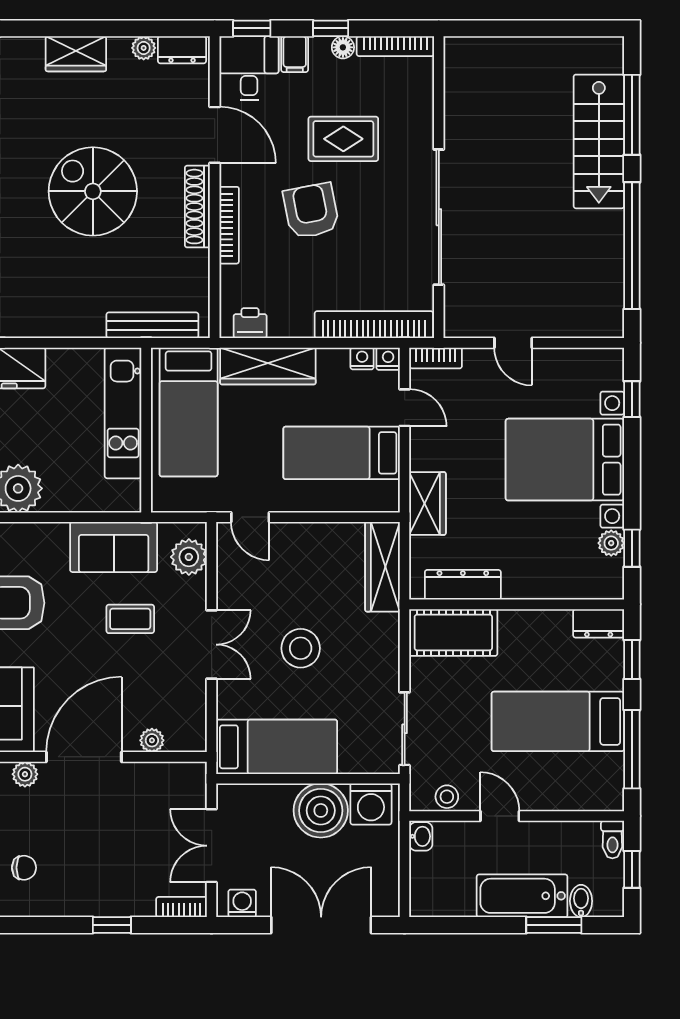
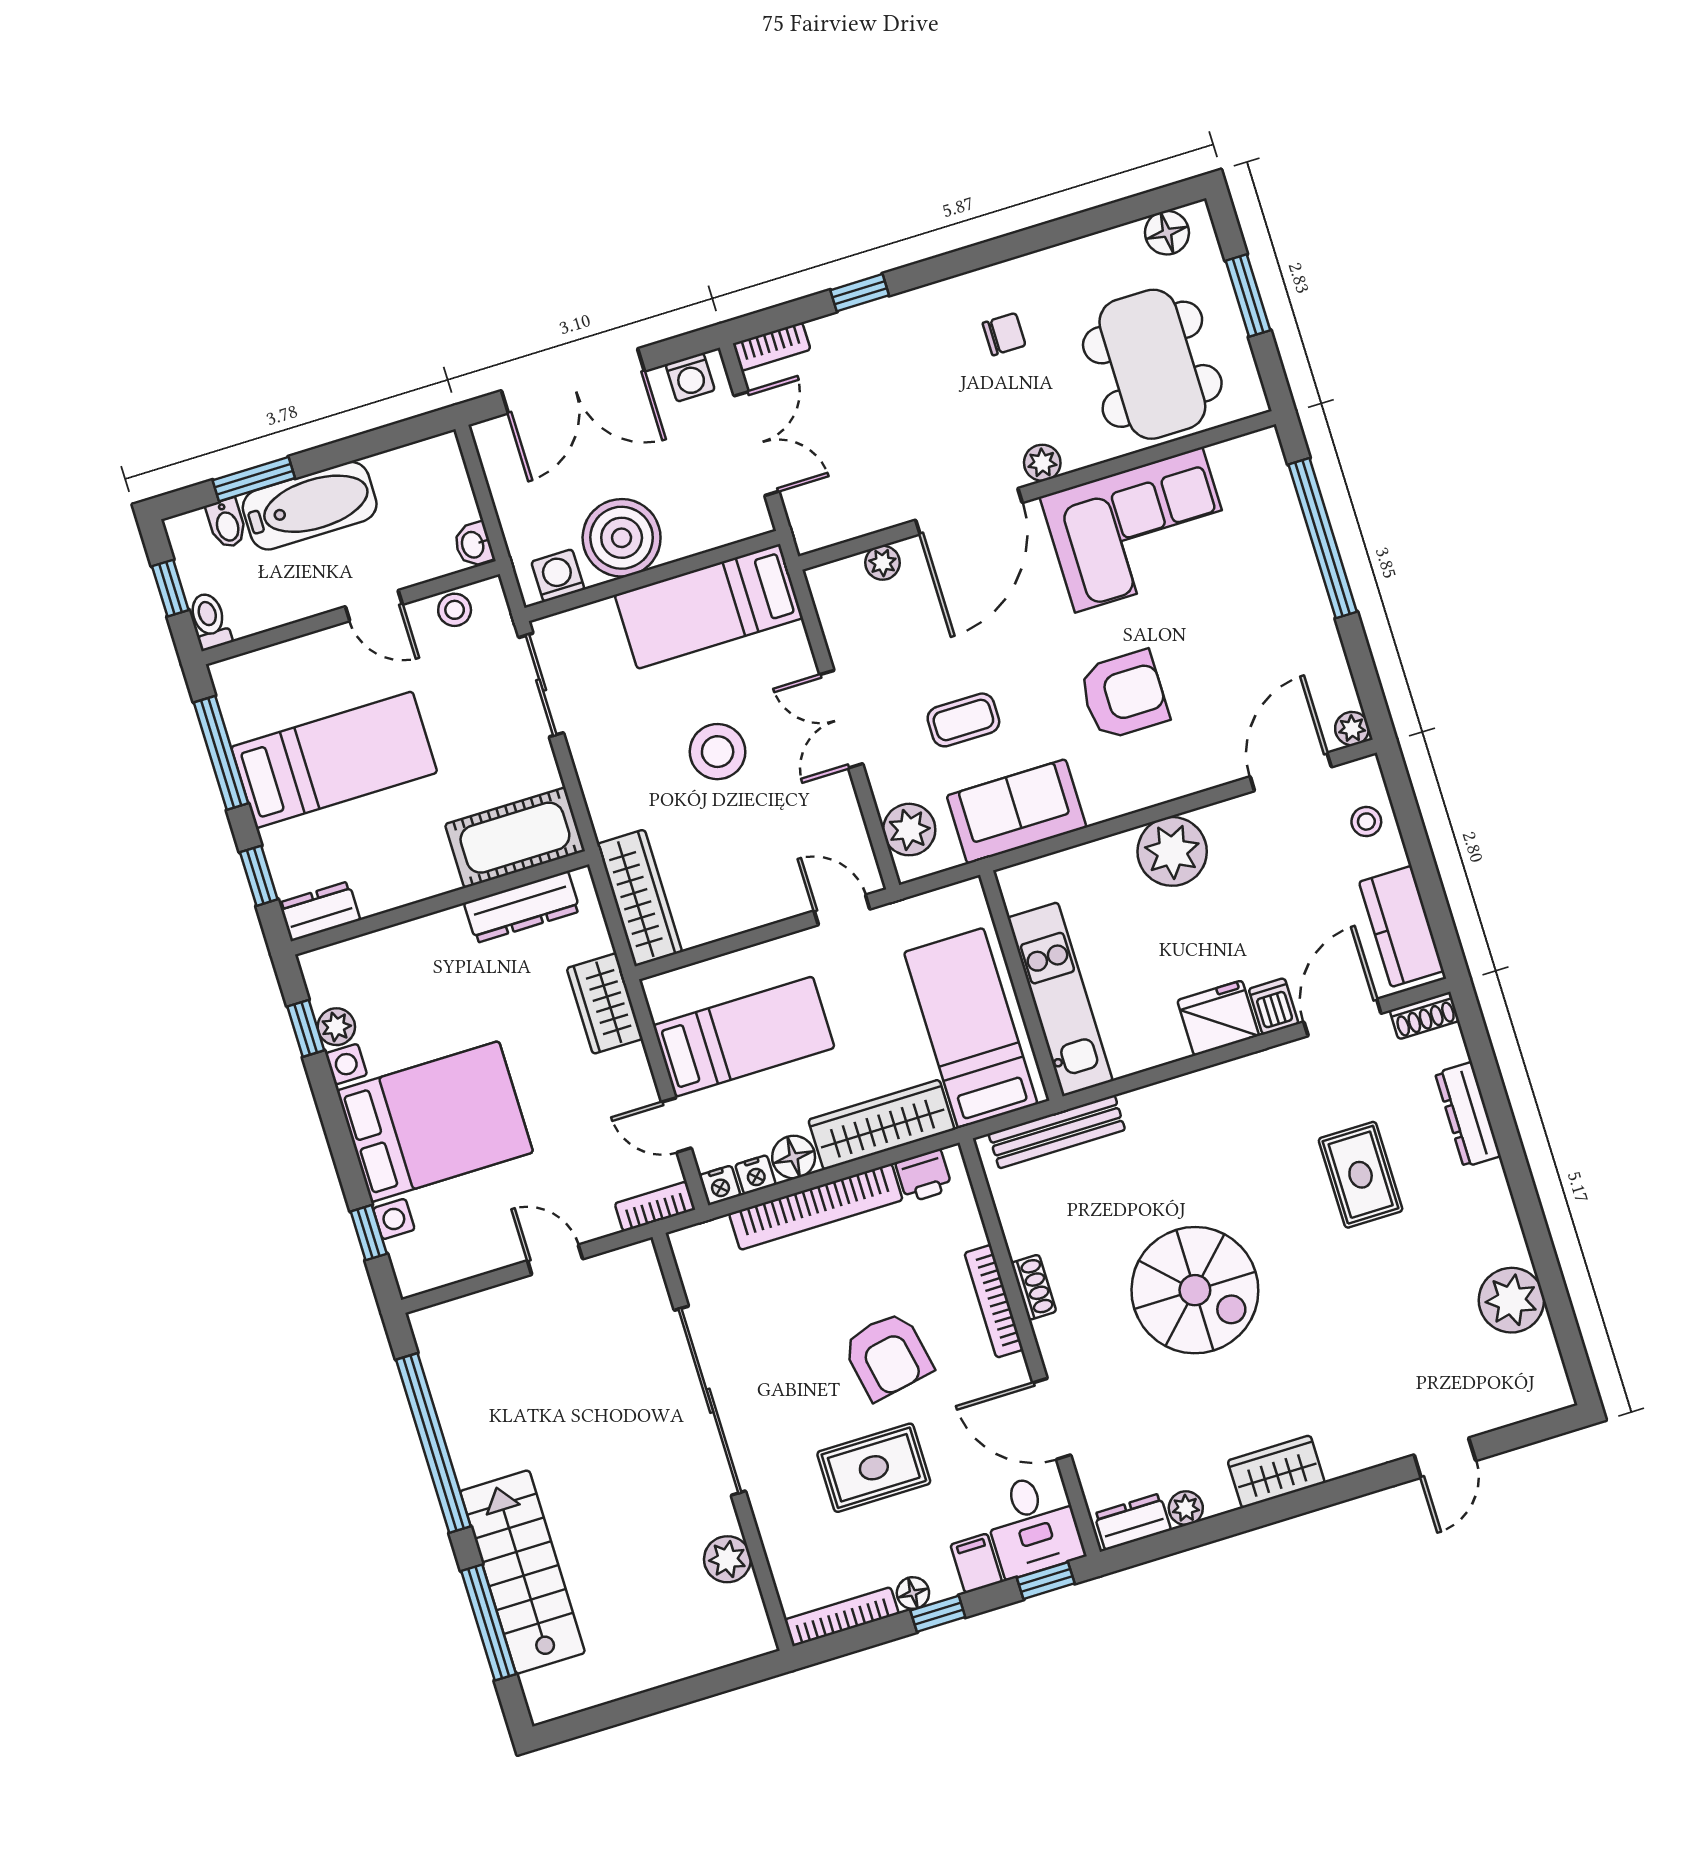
plant: (460, 108) -> (727, 1559), added
shoe rack: (197, 207) -> (1034, 1287), width x0.51, depth x0.81
bookcase: (374, 325) -> (816, 1207), moved
floor lamp: (333, 362) -> (794, 1157), added
washing machine: (371, 804) -> (558, 576), width x0.73, depth x0.73
chair: (24, 868) -> (1004, 334), turned 180

